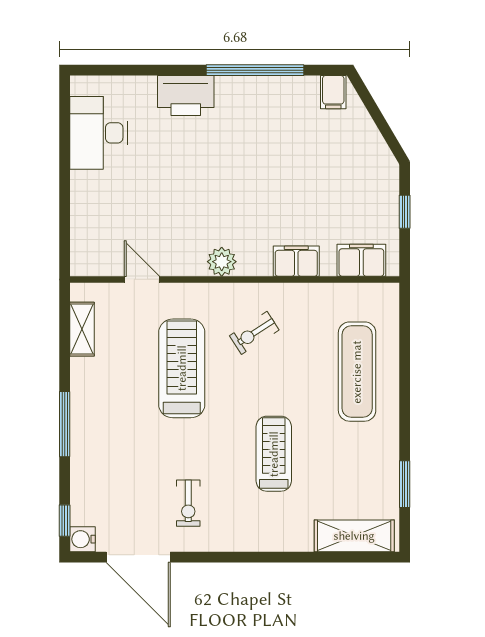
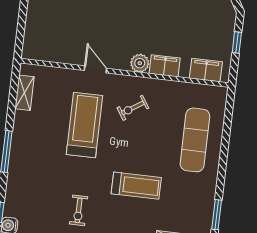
plant: (222, 262) -> (140, 63), moved
door: (142, 279) -> (95, 69), moved
treadmill: (274, 454) -> (136, 186), turned 90

